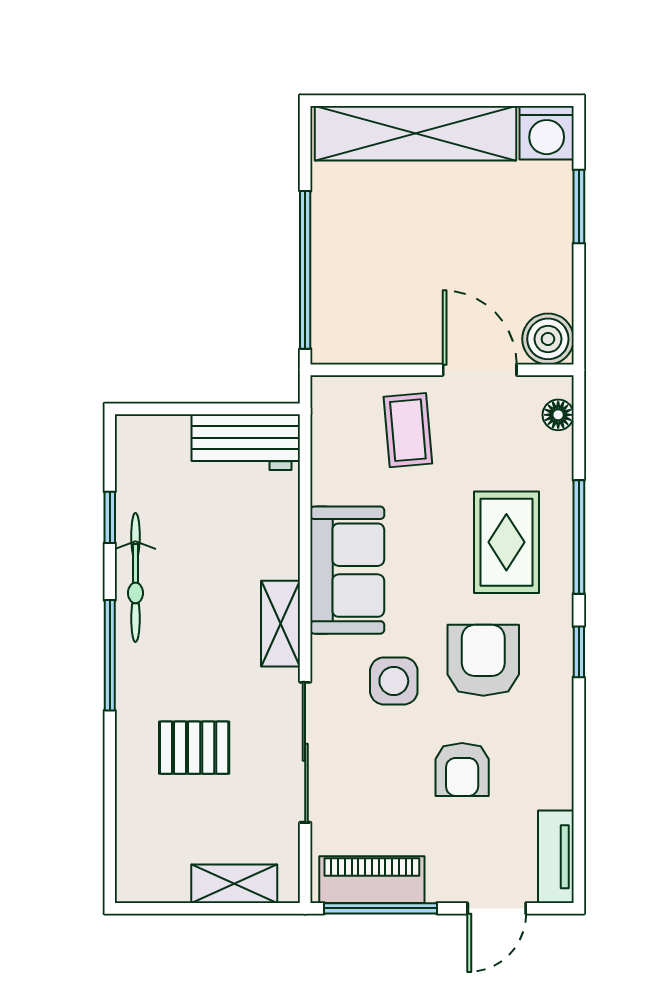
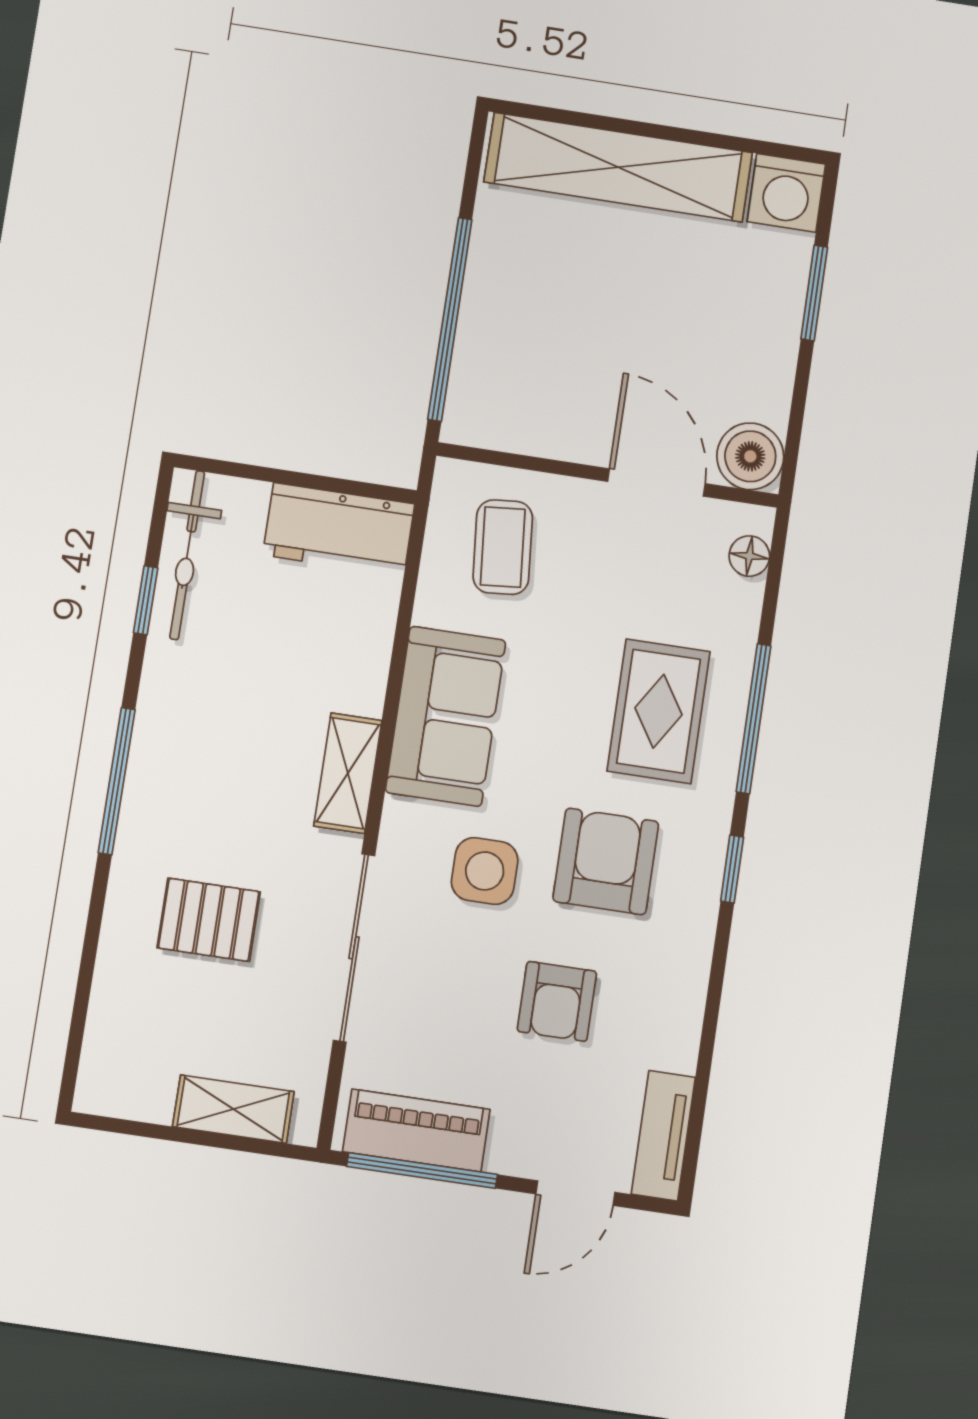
coffee table: (408, 430) -> (503, 547), moved
bicycle: (135, 577) -> (187, 555), moved

